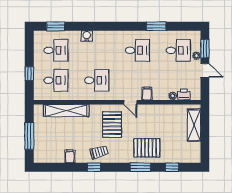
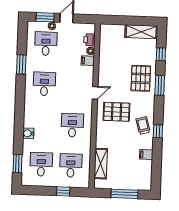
filing cabinet: (147, 94) -> (88, 61), moved
shelving: (66, 111) -> (101, 164), width x0.68
shelving: (194, 125) -> (141, 32), moved

